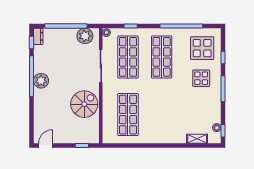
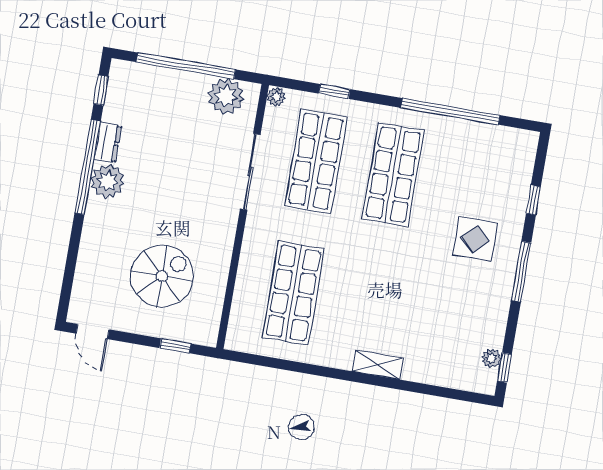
dresser: (38, 36) -> (108, 142), moved
display table: (202, 48) -> (489, 170), removed
spiral stairs: (84, 104) -> (162, 276), moved
shelving: (197, 139) -> (377, 365), moved
door: (46, 146) -> (93, 332), swing flipped

